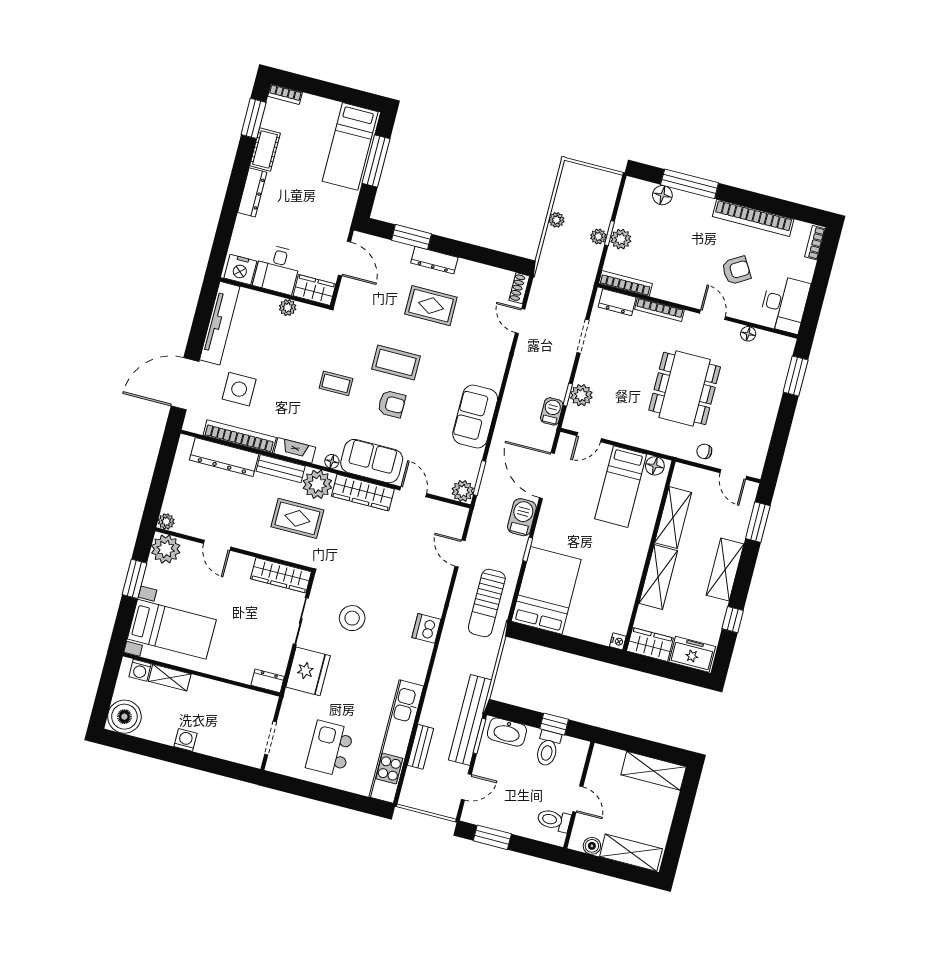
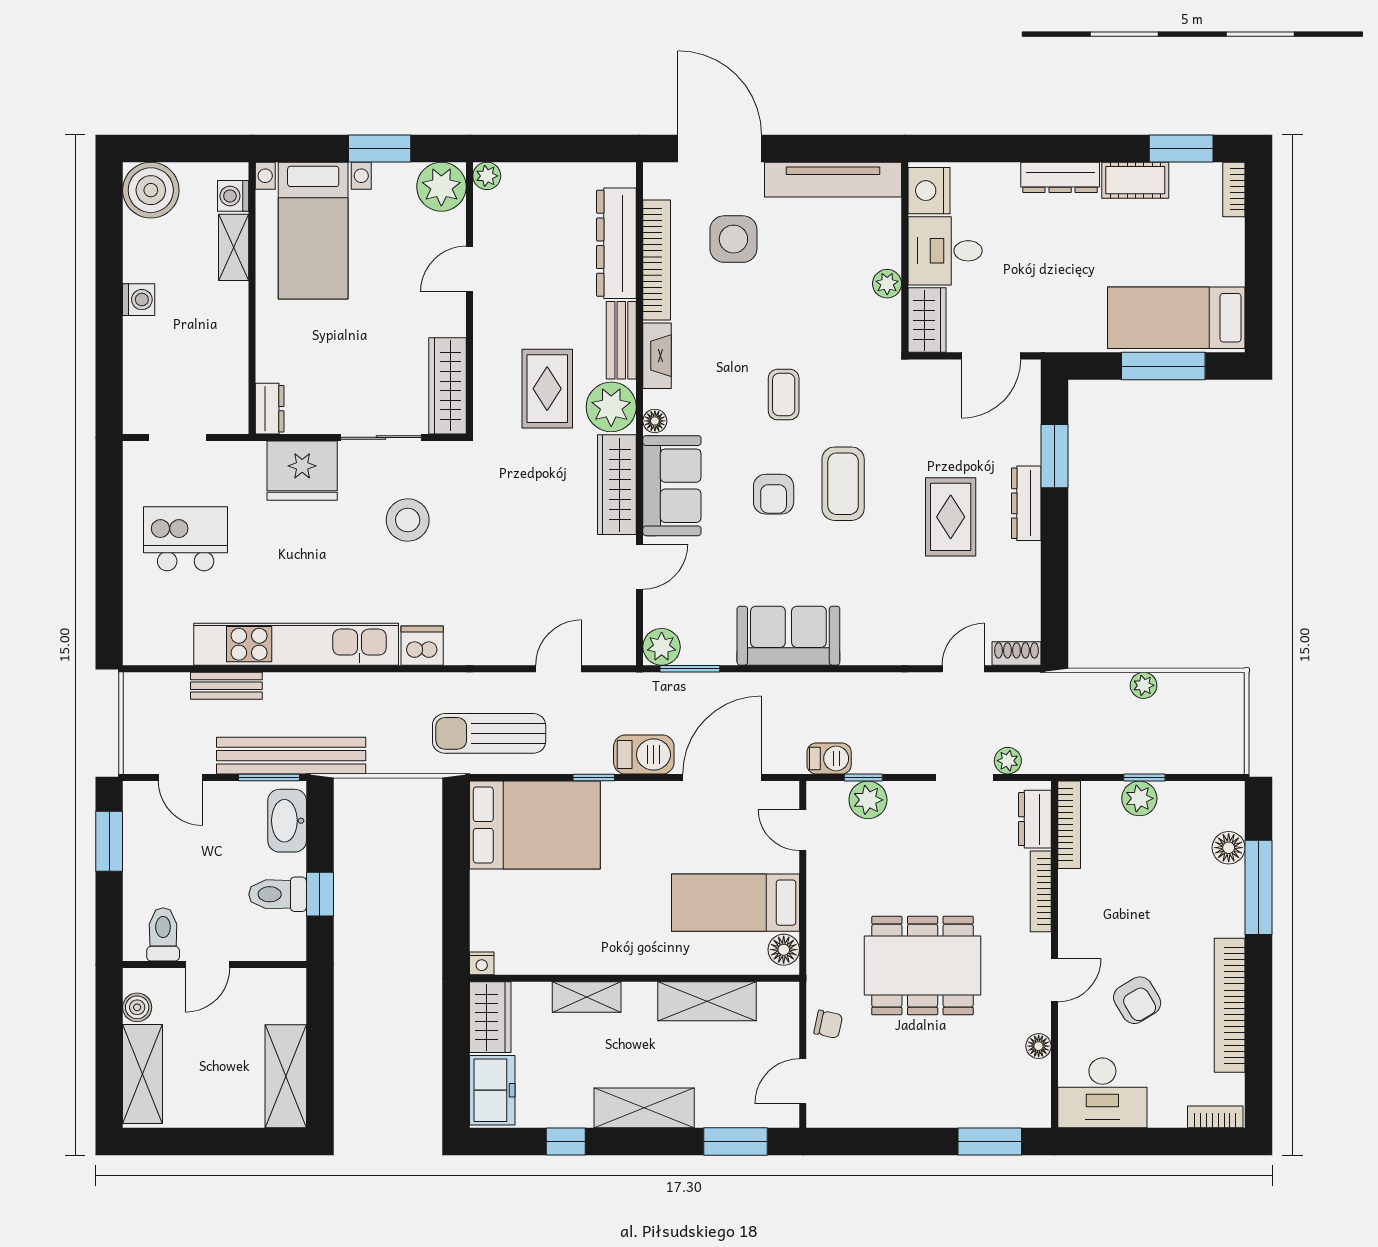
plant: (598, 237) -> (1008, 761), moved
chair: (704, 451) -> (828, 1024), turned 102
shelving: (658, 577) -> (587, 997), width x0.67, depth x0.75
kitchen unit: (396, 741) -> (296, 644), moved

